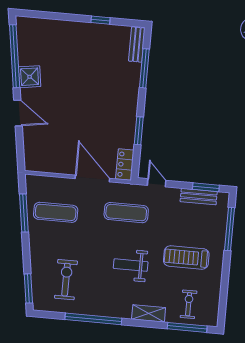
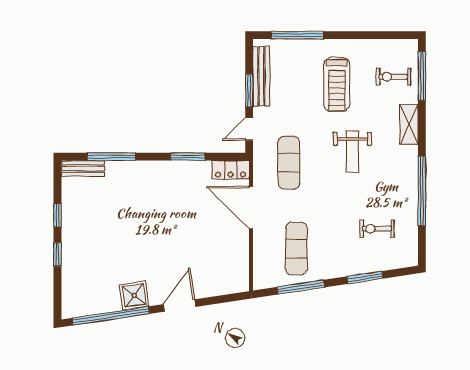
window: (69, 17) -> (58, 254), added
door: (92, 178) -> (251, 208), hinge flipped
window: (206, 187) -> (249, 91), moved
bench: (199, 197) -> (261, 76), width x1.36
exercise bike: (66, 280) -> (377, 229), width x0.73, depth x0.72
window: (28, 288) -> (365, 277), moved

